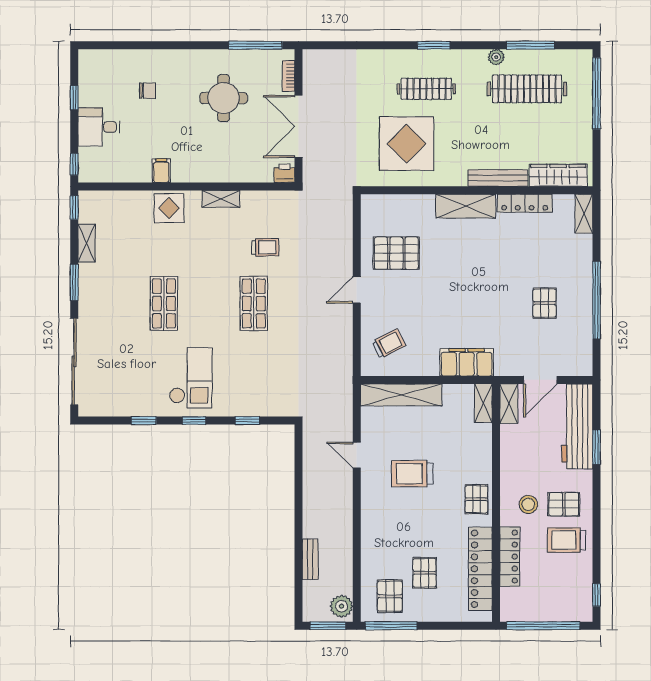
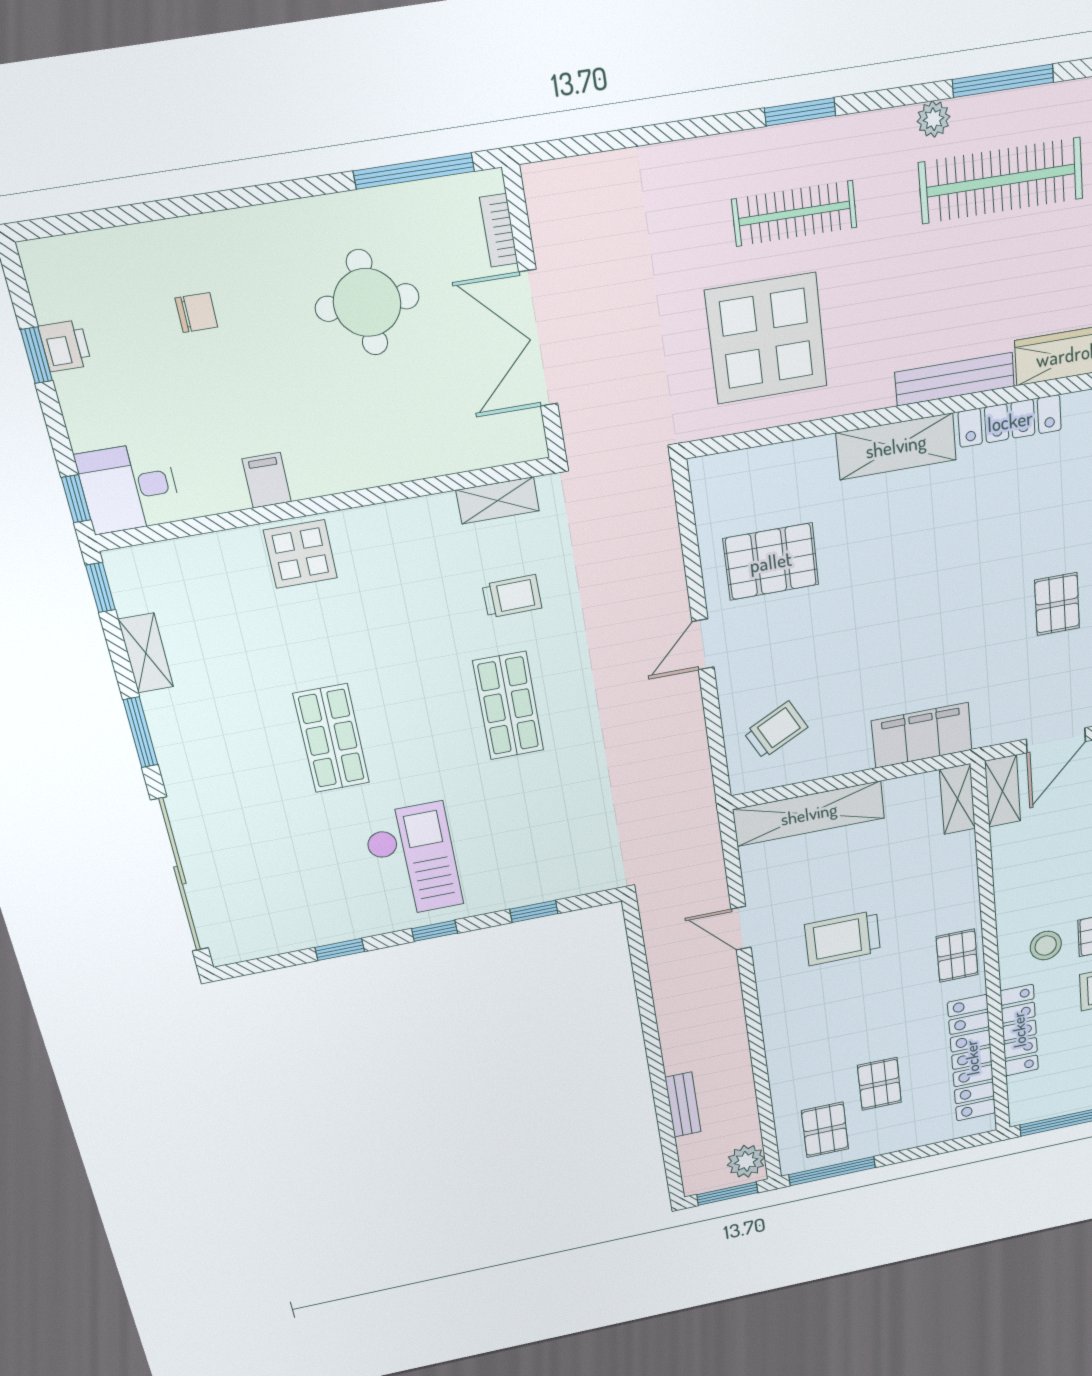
desk: (99, 127) -> (129, 488), moved
printer: (284, 173) -> (65, 346), moved, turned 90
shelving: (221, 199) -> (498, 500), moved

